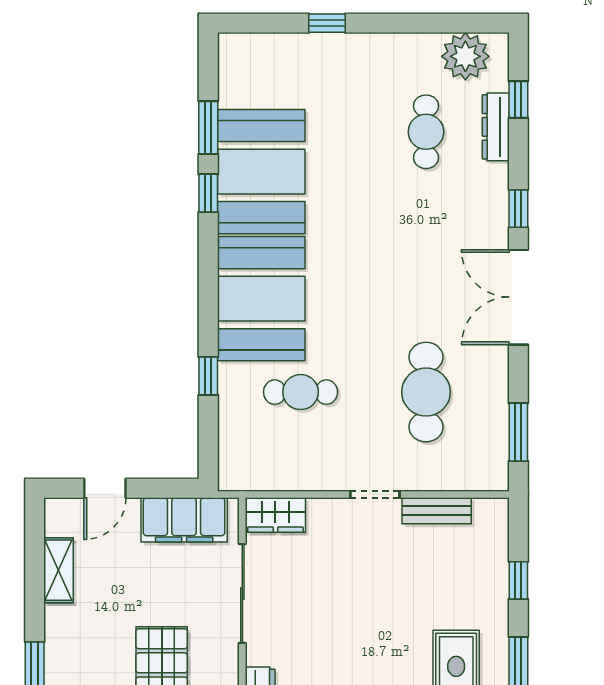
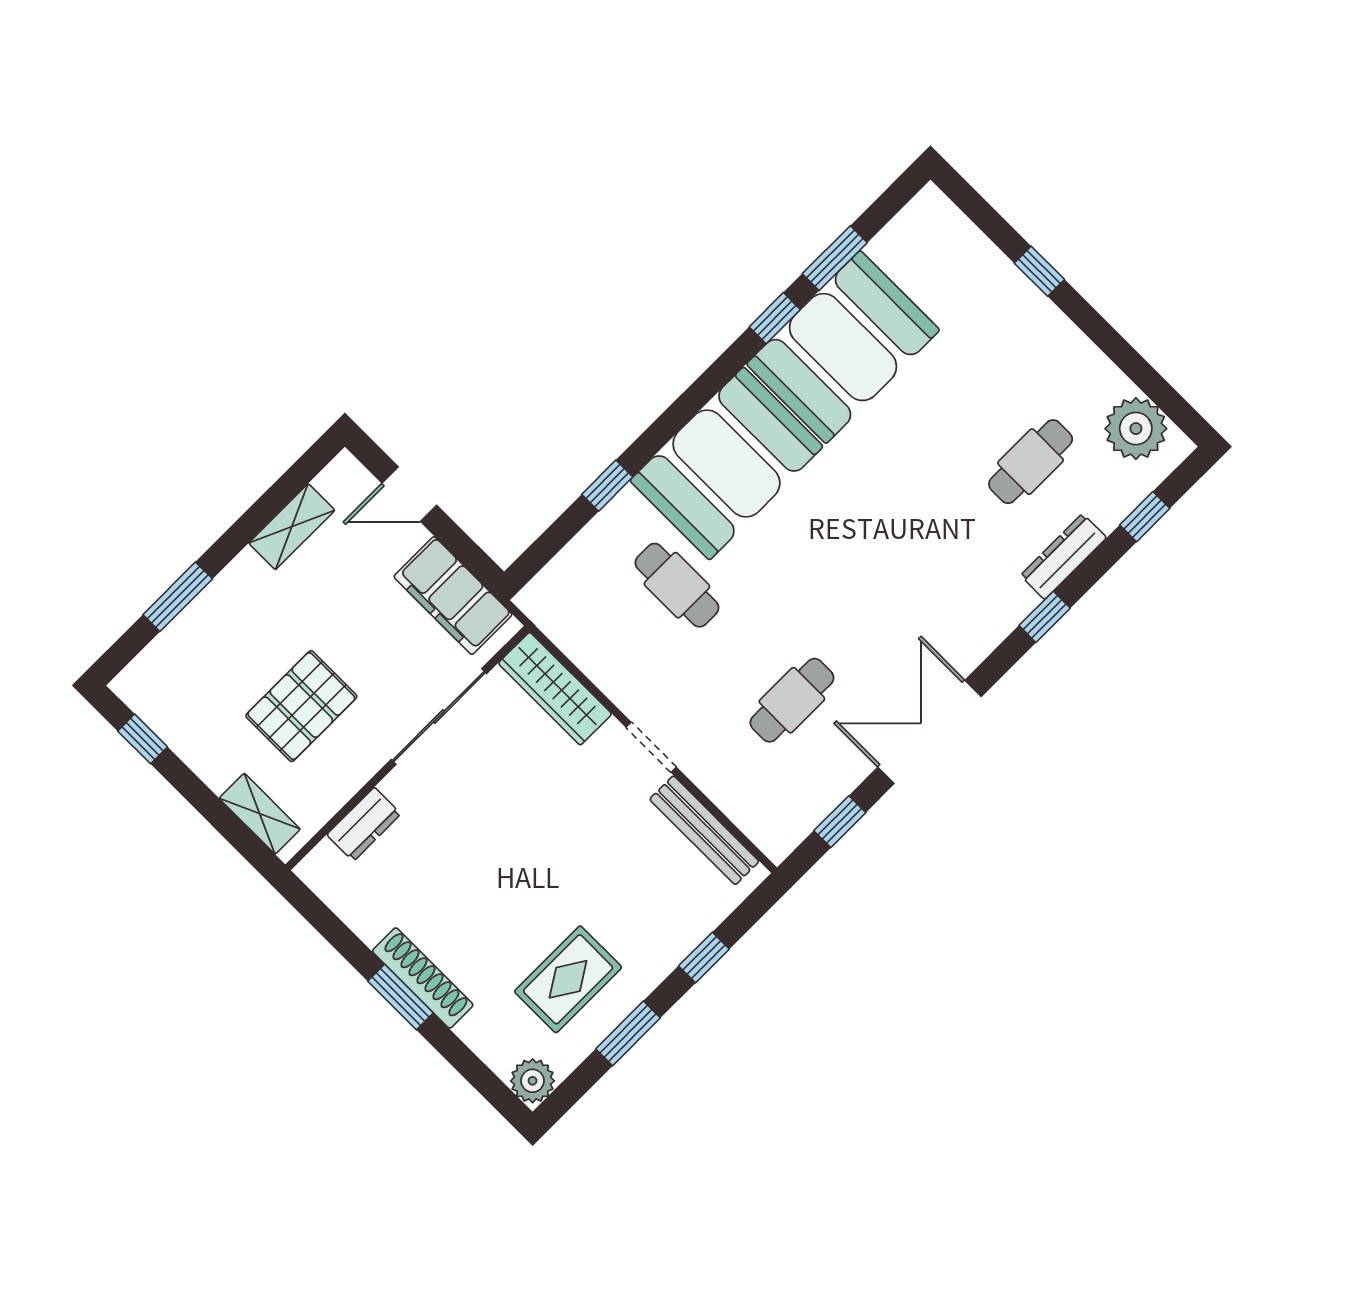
dresser: (496, 127) -> (1063, 556), moved
double door: (518, 297) -> (930, 732), moved
cafe table: (426, 392) -> (792, 700), width x0.73, depth x0.74
window: (518, 432) -> (840, 822), width x0.67
bench: (437, 511) -> (704, 830), width x1.36
wardrobe: (275, 515) -> (555, 689), width x1.50

